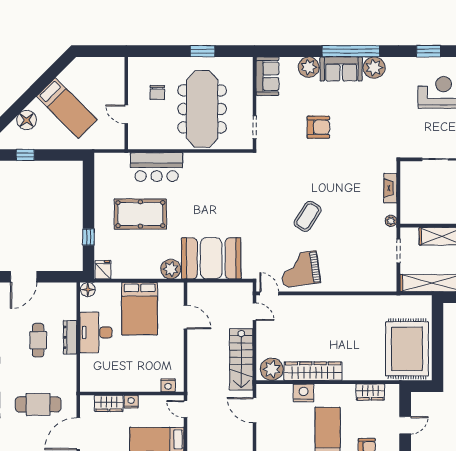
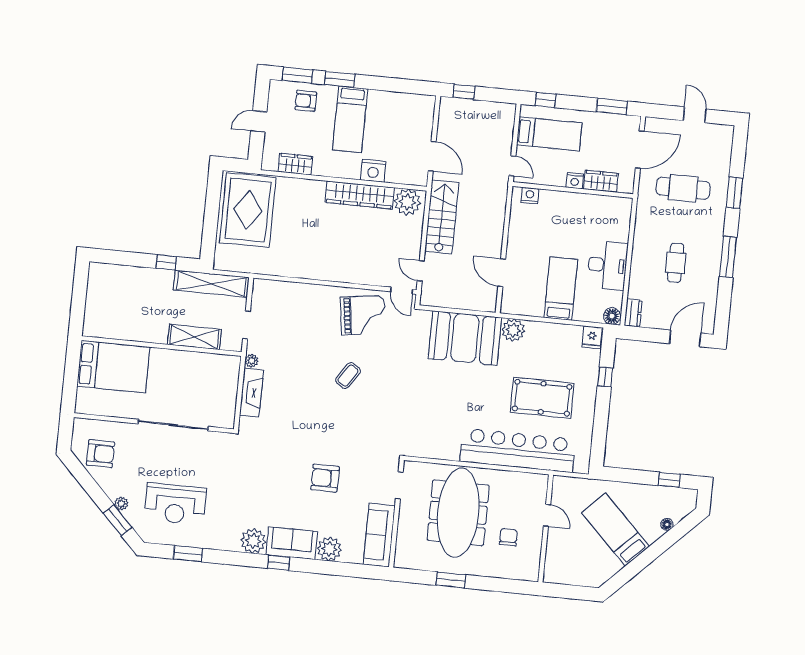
window: (351, 51) -> (279, 563), width x0.32
sofa: (267, 76) -> (379, 535), width x1.36
floor lamp: (27, 120) -> (667, 524), width x0.53, depth x0.53
bar counter: (157, 167) -> (518, 450), width x1.86
fireplace: (390, 188) -> (251, 393), width x1.37, depth x1.32
coffee table: (308, 216) -> (348, 376), width x0.73, depth x0.77
bed: (140, 309) -> (561, 288), width x0.67
dresser: (70, 337) -> (633, 313), moved, width x0.70

